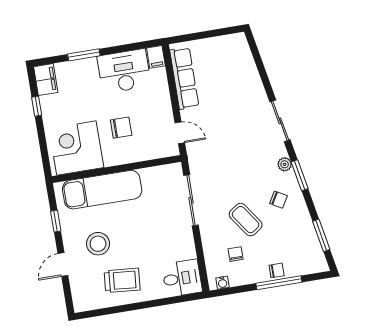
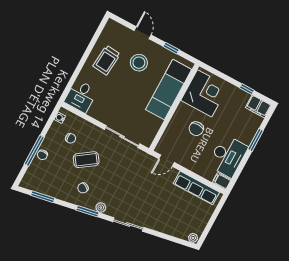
plant: (241, 40) -> (193, 238), added

